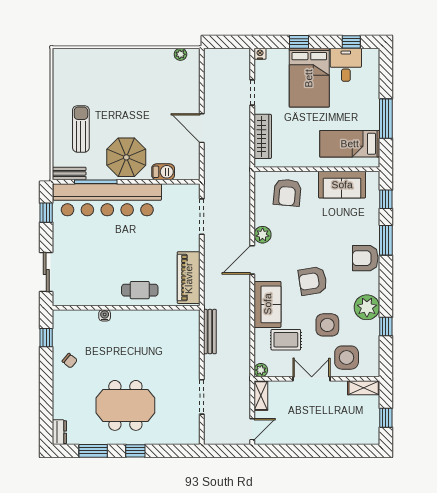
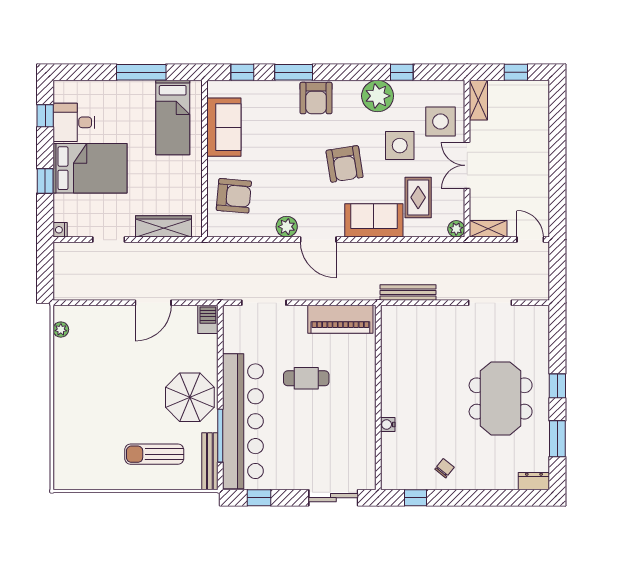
barbecue: (163, 172) -> (208, 319), moved
bench: (69, 173) -> (210, 461), width x1.36
cafe table: (140, 290) -> (306, 378), moved, turned 90

